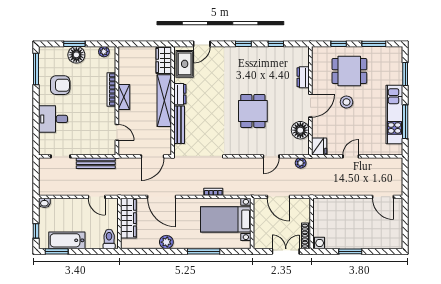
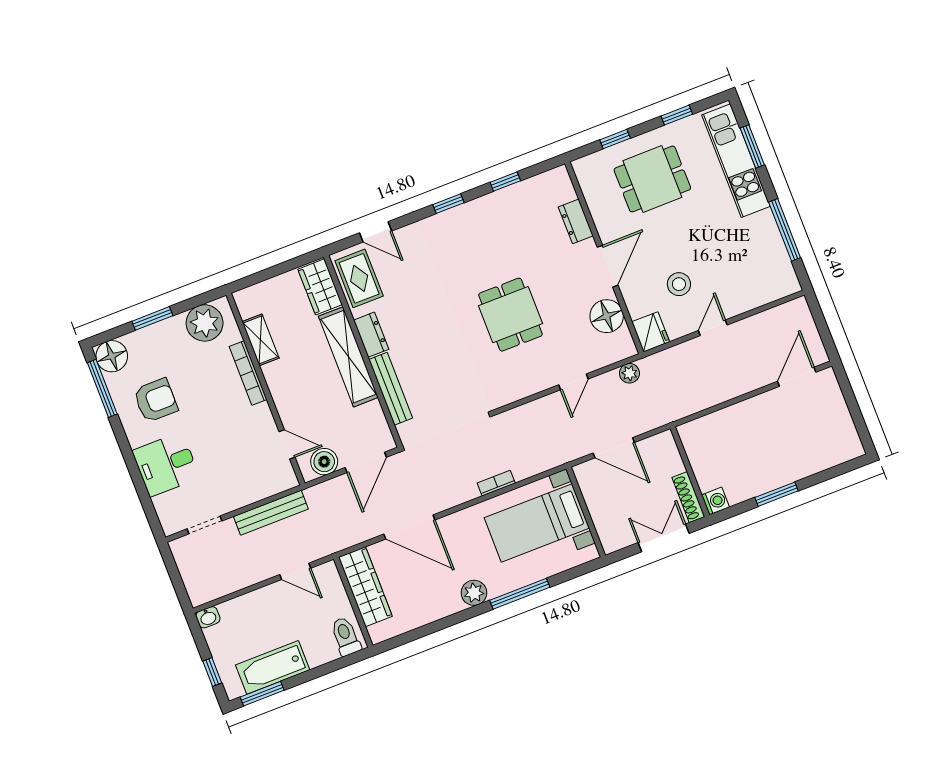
door: (202, 44) -> (376, 232), hinge flipped
window: (374, 44) -> (677, 115), width x0.67
plant: (104, 52) -> (205, 323), width x1.87, depth x1.87
floor lamp: (76, 55) -> (112, 356), moved
shelving: (124, 97) -> (260, 340), moved
stool: (347, 102) -> (679, 284), moved
kitchen unit: (394, 114) -> (736, 161), moved
boiler: (132, 148) -> (324, 462), added
door: (383, 197) -> (797, 377), swing flipped
plant: (166, 242) -> (474, 593), moved

